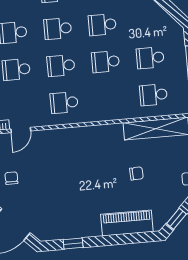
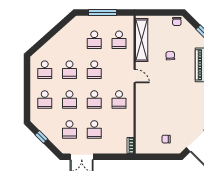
door: (21, 130) -> (135, 76), moved

